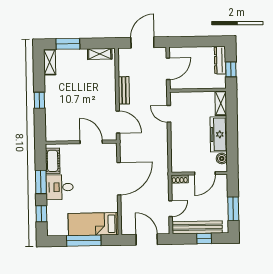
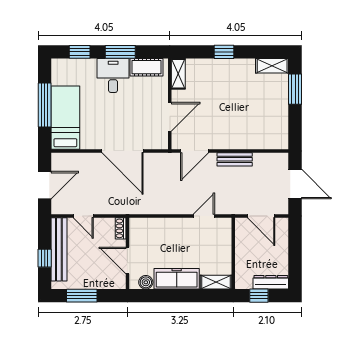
shelving: (100, 54) -> (178, 74), moved

